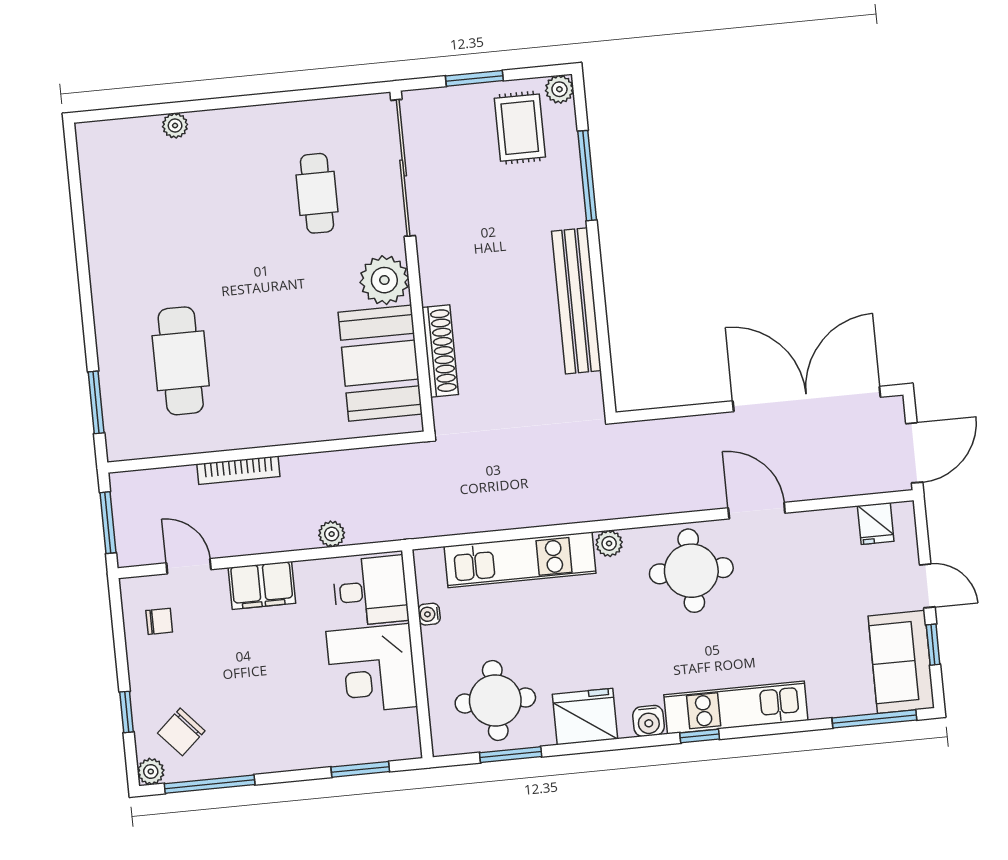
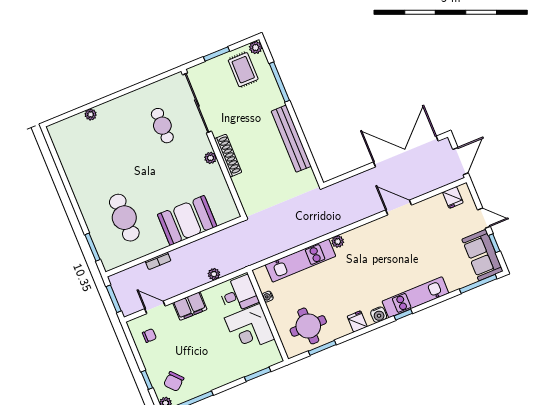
plant: (384, 280) -> (210, 158), width x0.53, depth x0.53
shoe rack: (440, 351) -> (228, 156), moved
booth: (380, 363) -> (187, 220), moved, turned 90
bookcase: (238, 470) -> (158, 261), width x0.64
round table: (691, 571) -> (378, 243), removed
fridge: (585, 717) -> (357, 321), width x0.53, depth x0.75

